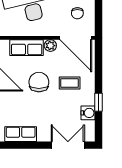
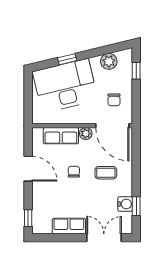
chair: (39, 82) -> (74, 172), width x0.54, depth x0.54
window: (99, 102) -> (136, 206), moved
row of seats: (21, 134) -> (69, 226), moved

